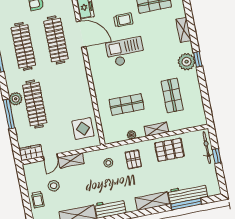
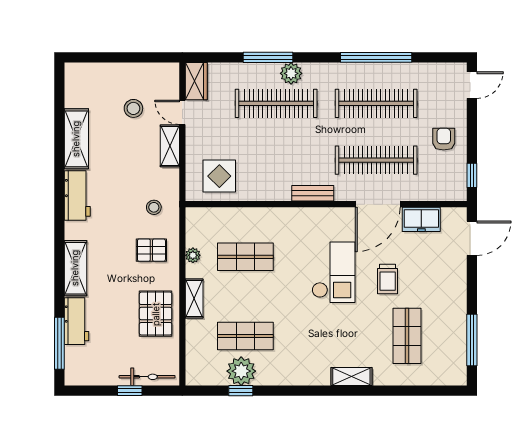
window: (198, 59) -> (241, 391), moved
plant: (187, 62) -> (241, 371), moved
bench: (82, 73) -> (313, 193), added
shop shelf: (127, 104) -> (245, 257), turned 90
workbench: (188, 194) -> (76, 321), width x0.73
trolley: (38, 200) -> (115, 77), removed
window: (186, 204) -> (59, 343), moved

